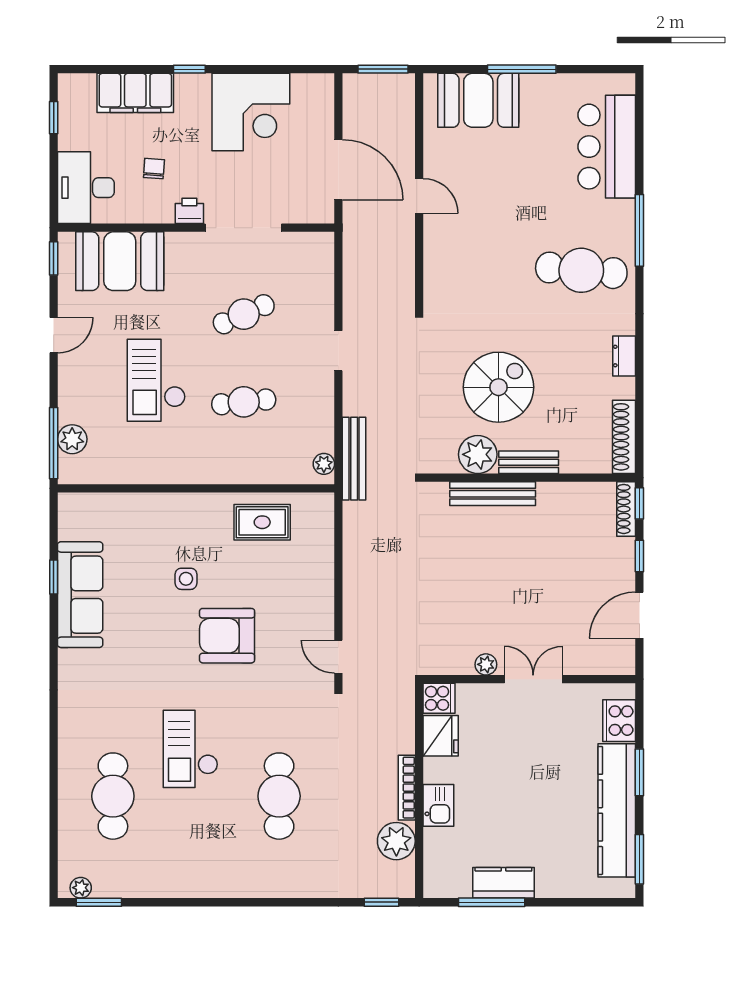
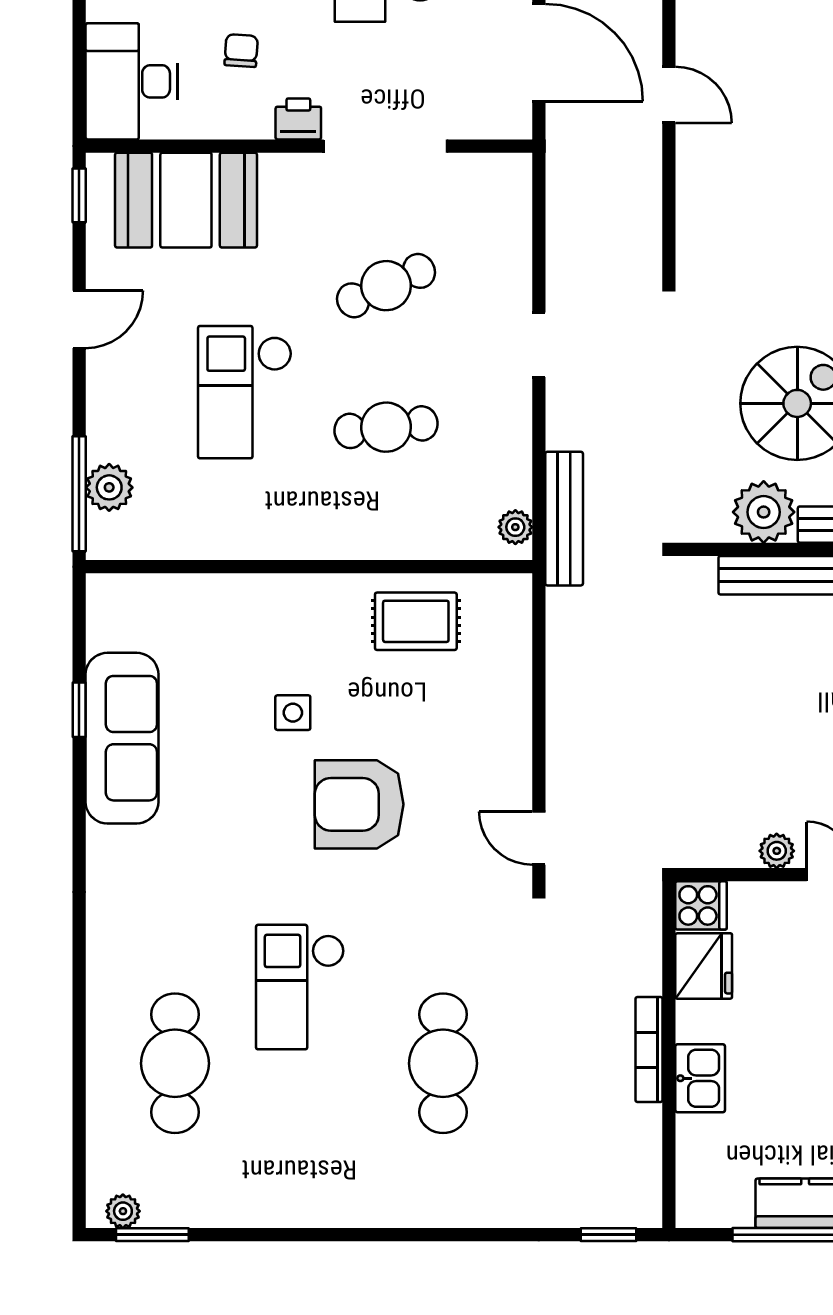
plant: (396, 841) -> (632, 1136), removed

